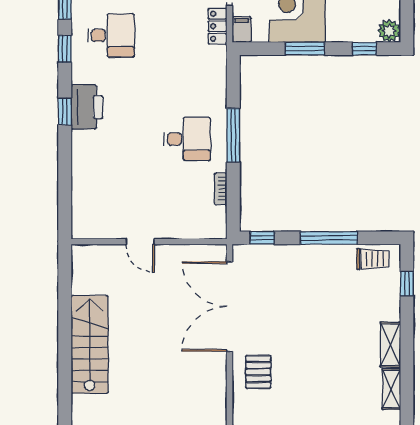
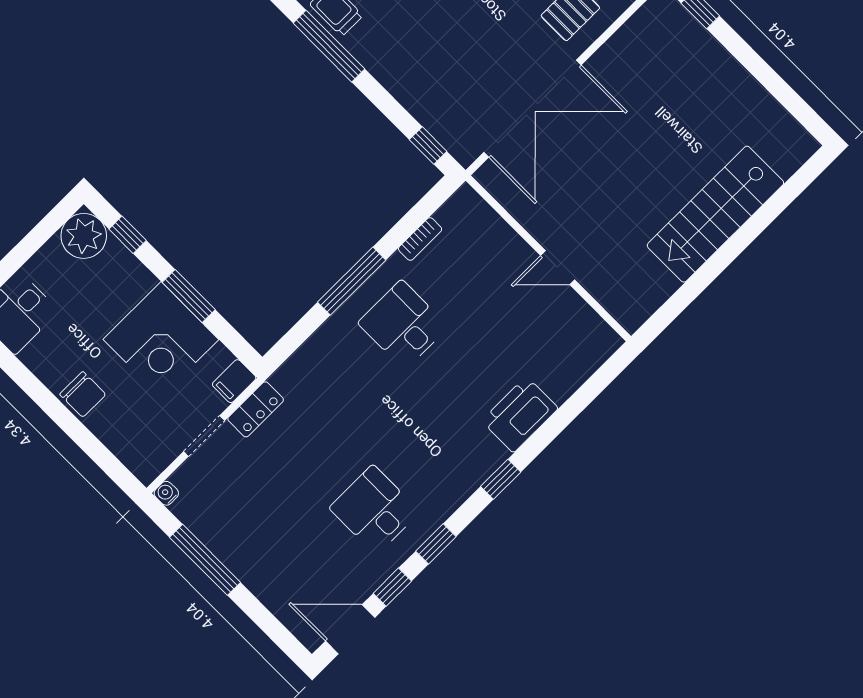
plant: (389, 31) -> (84, 236), width x1.36, depth x1.36
printer: (87, 107) -> (520, 415), moved
window: (329, 238) -> (329, 46), moved
door: (140, 242) -> (558, 268), swing flipped

